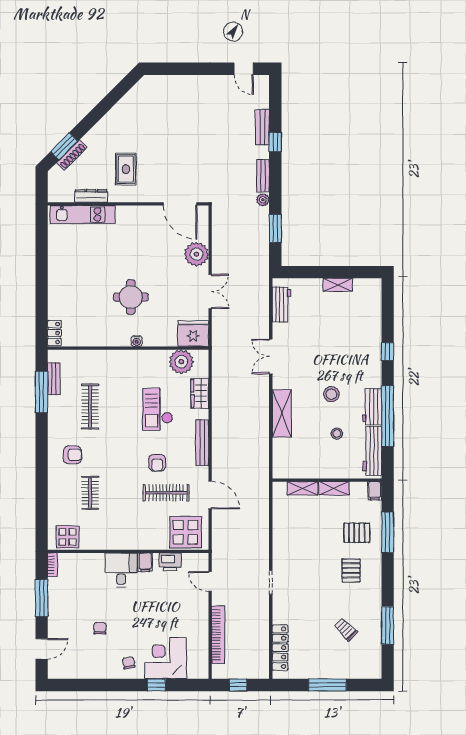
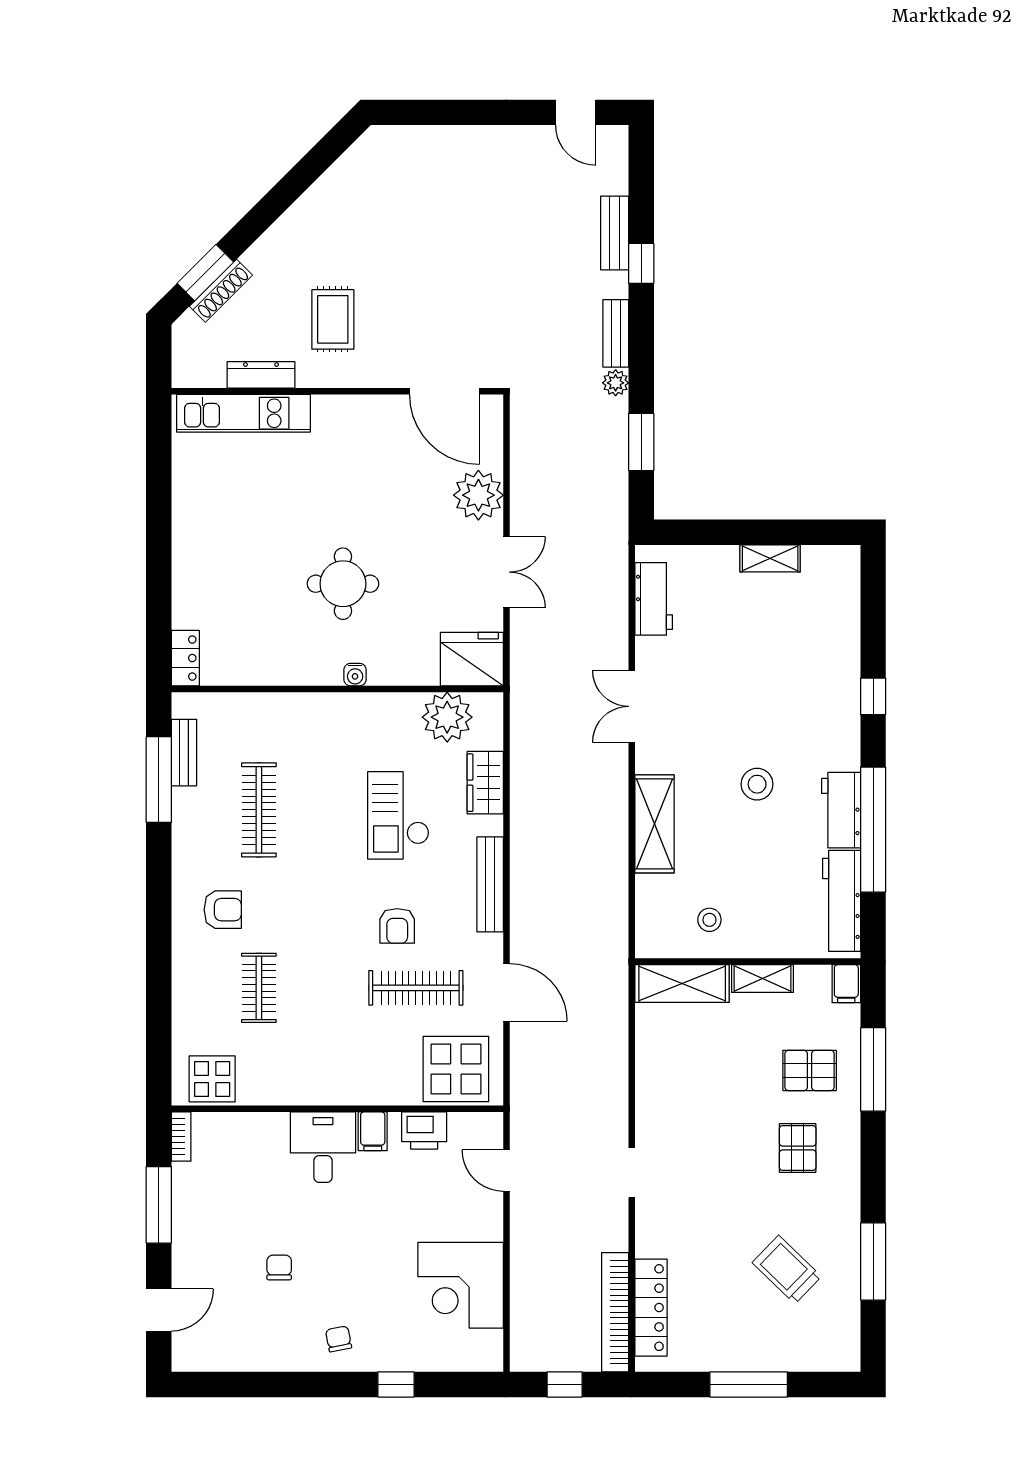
stool: (337, 433) -> (709, 920), moved
shelving: (303, 488) -> (682, 983), width x1.50, depth x1.33
trolley: (346, 629) -> (787, 1270), width x1.36, depth x1.39
bookcase: (218, 635) -> (615, 1312), moved, turned 180
corner desk: (166, 658) -> (461, 1285), moved, turned -90

